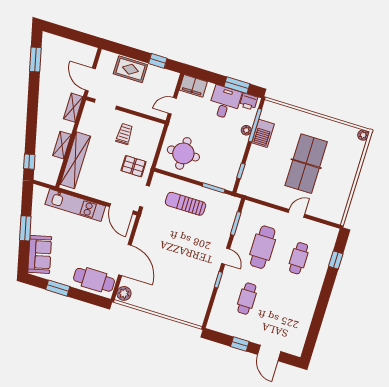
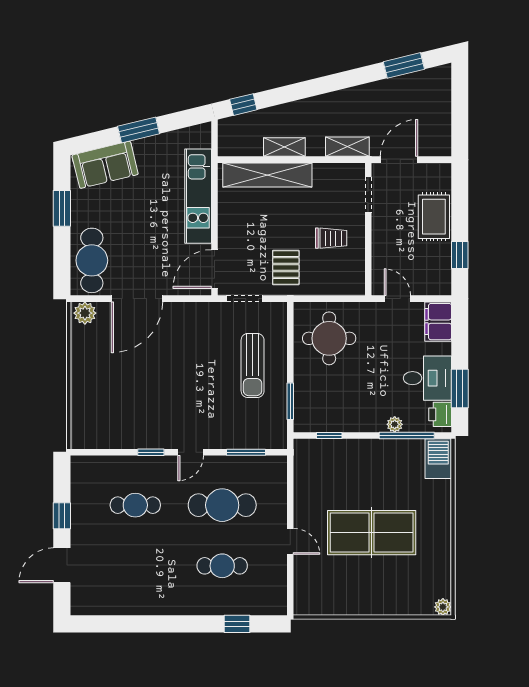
barbecue: (263, 133) -> (438, 459), moved, turned 90
sun lounger: (186, 204) -> (253, 366), turned 180

